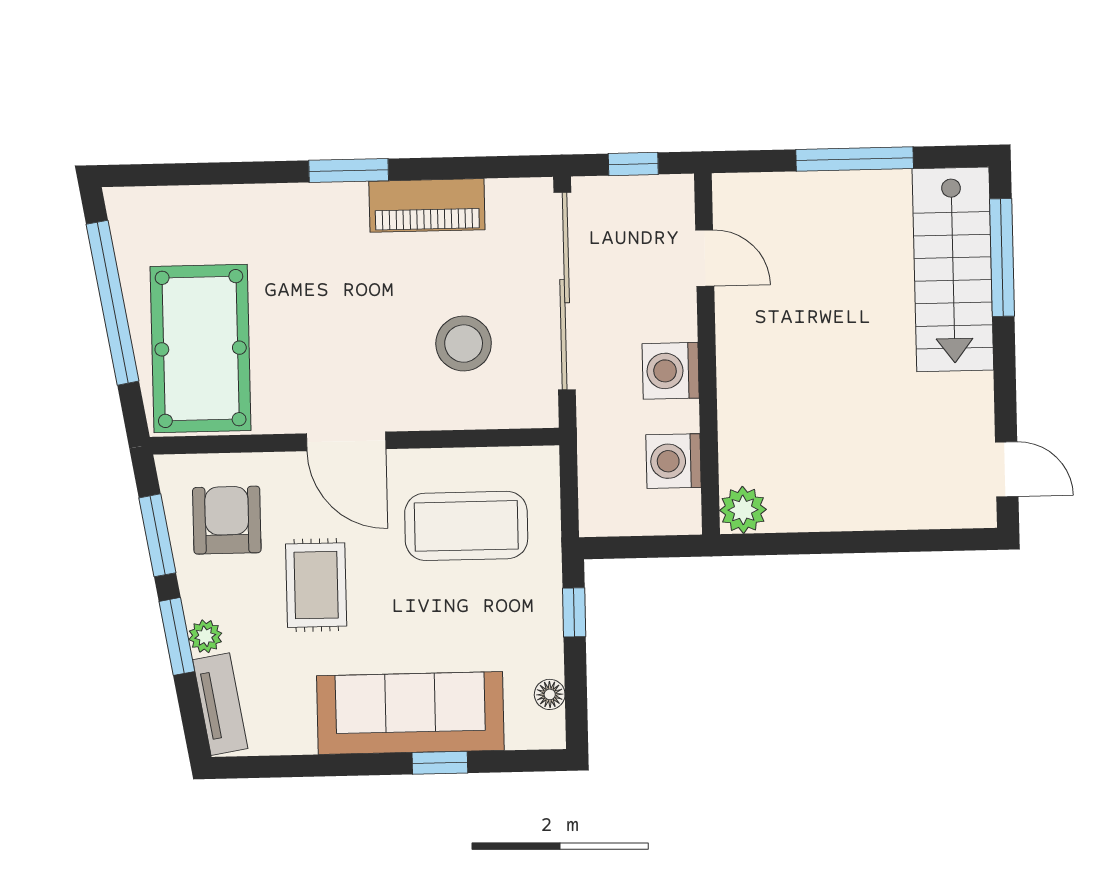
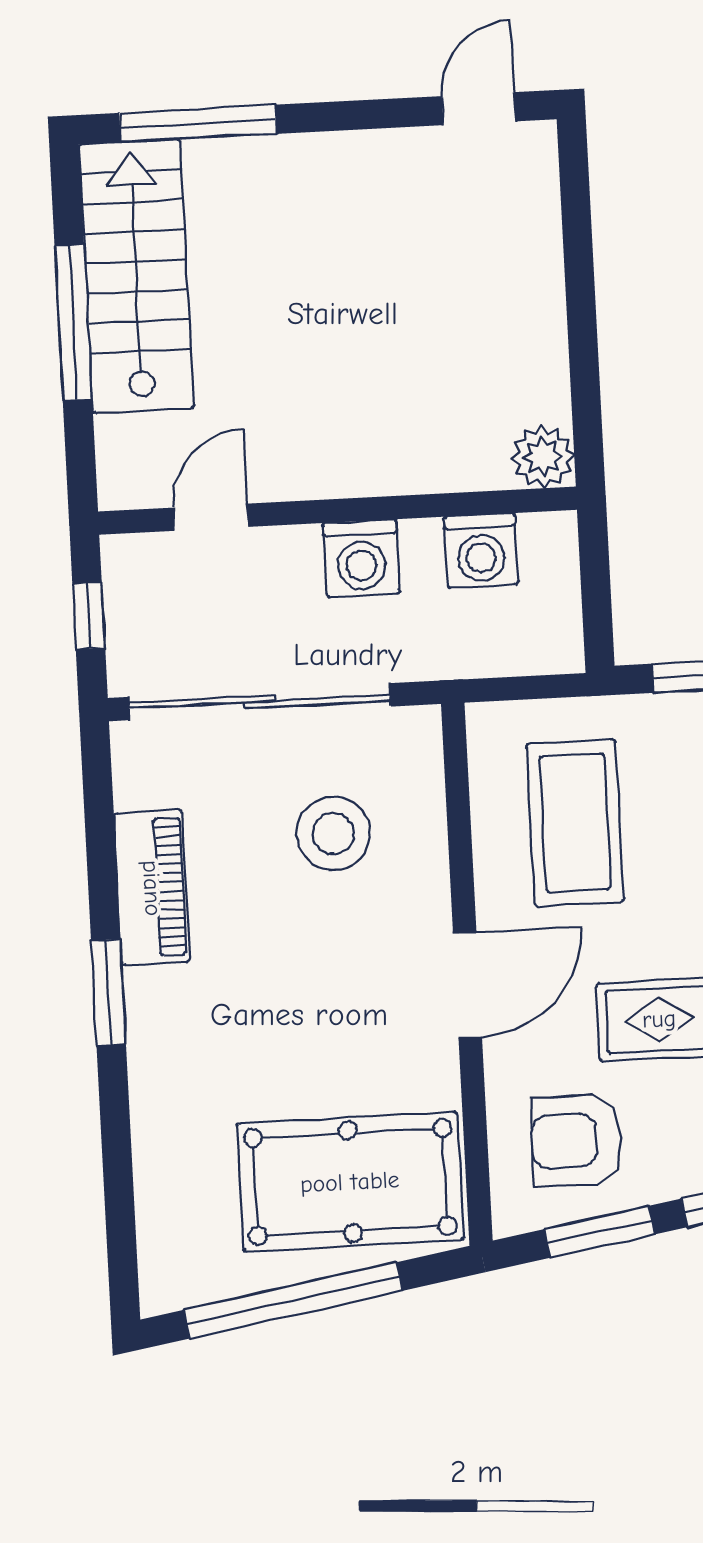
stairs: (953, 269) -> (136, 276), moved, turned -90

